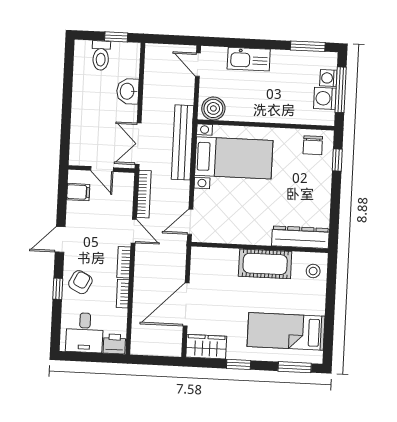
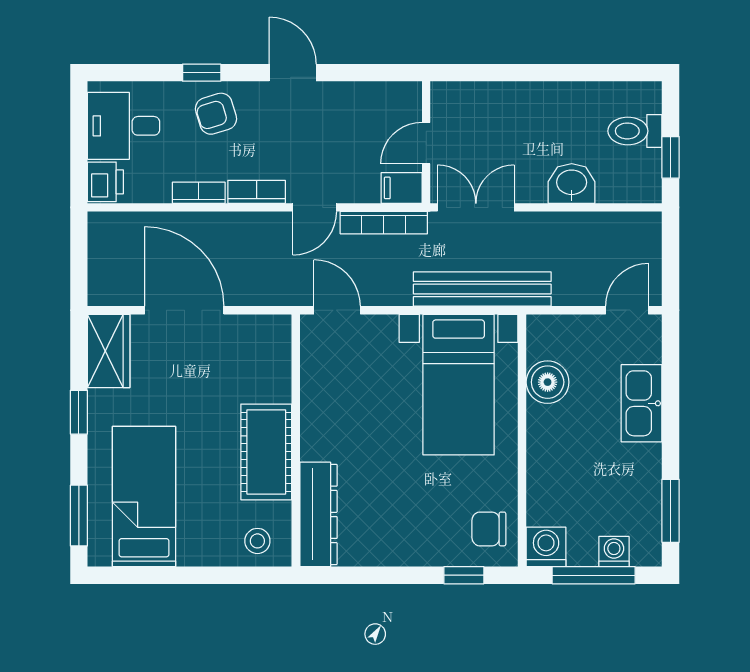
washing machine: (325, 98) -> (546, 547), moved
boiler: (213, 108) -> (548, 382), moved
filing cabinet: (78, 192) -> (402, 188), moved, turned 90
armchair: (80, 282) -> (216, 114), turned 136

